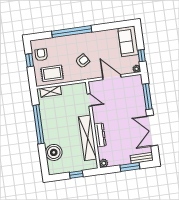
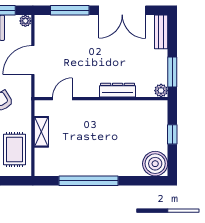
shelving: (51, 91) -> (41, 132), moved
shelving: (88, 138) -> (119, 109), removed
boiler: (54, 152) -> (155, 164), moved
window: (130, 167) -> (172, 72), moved

